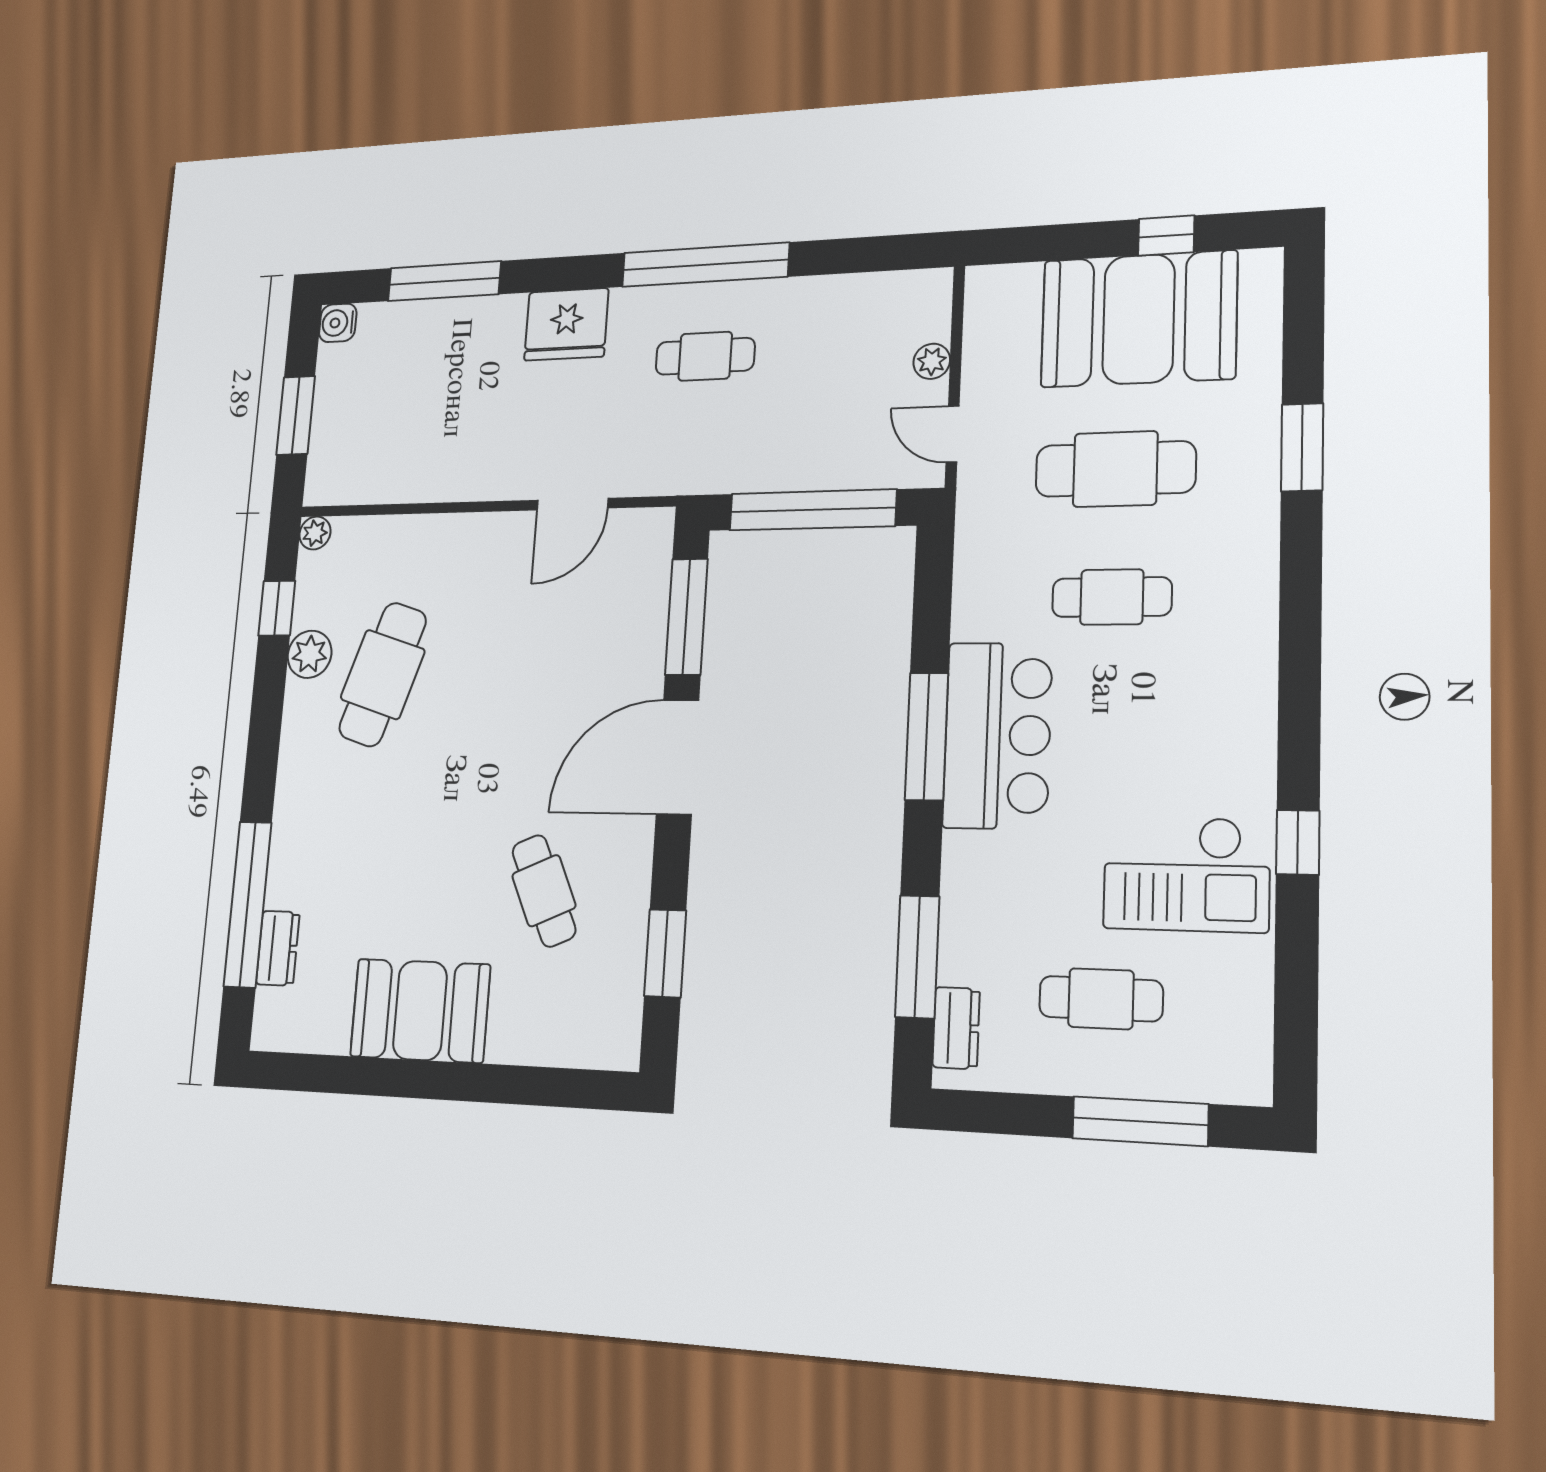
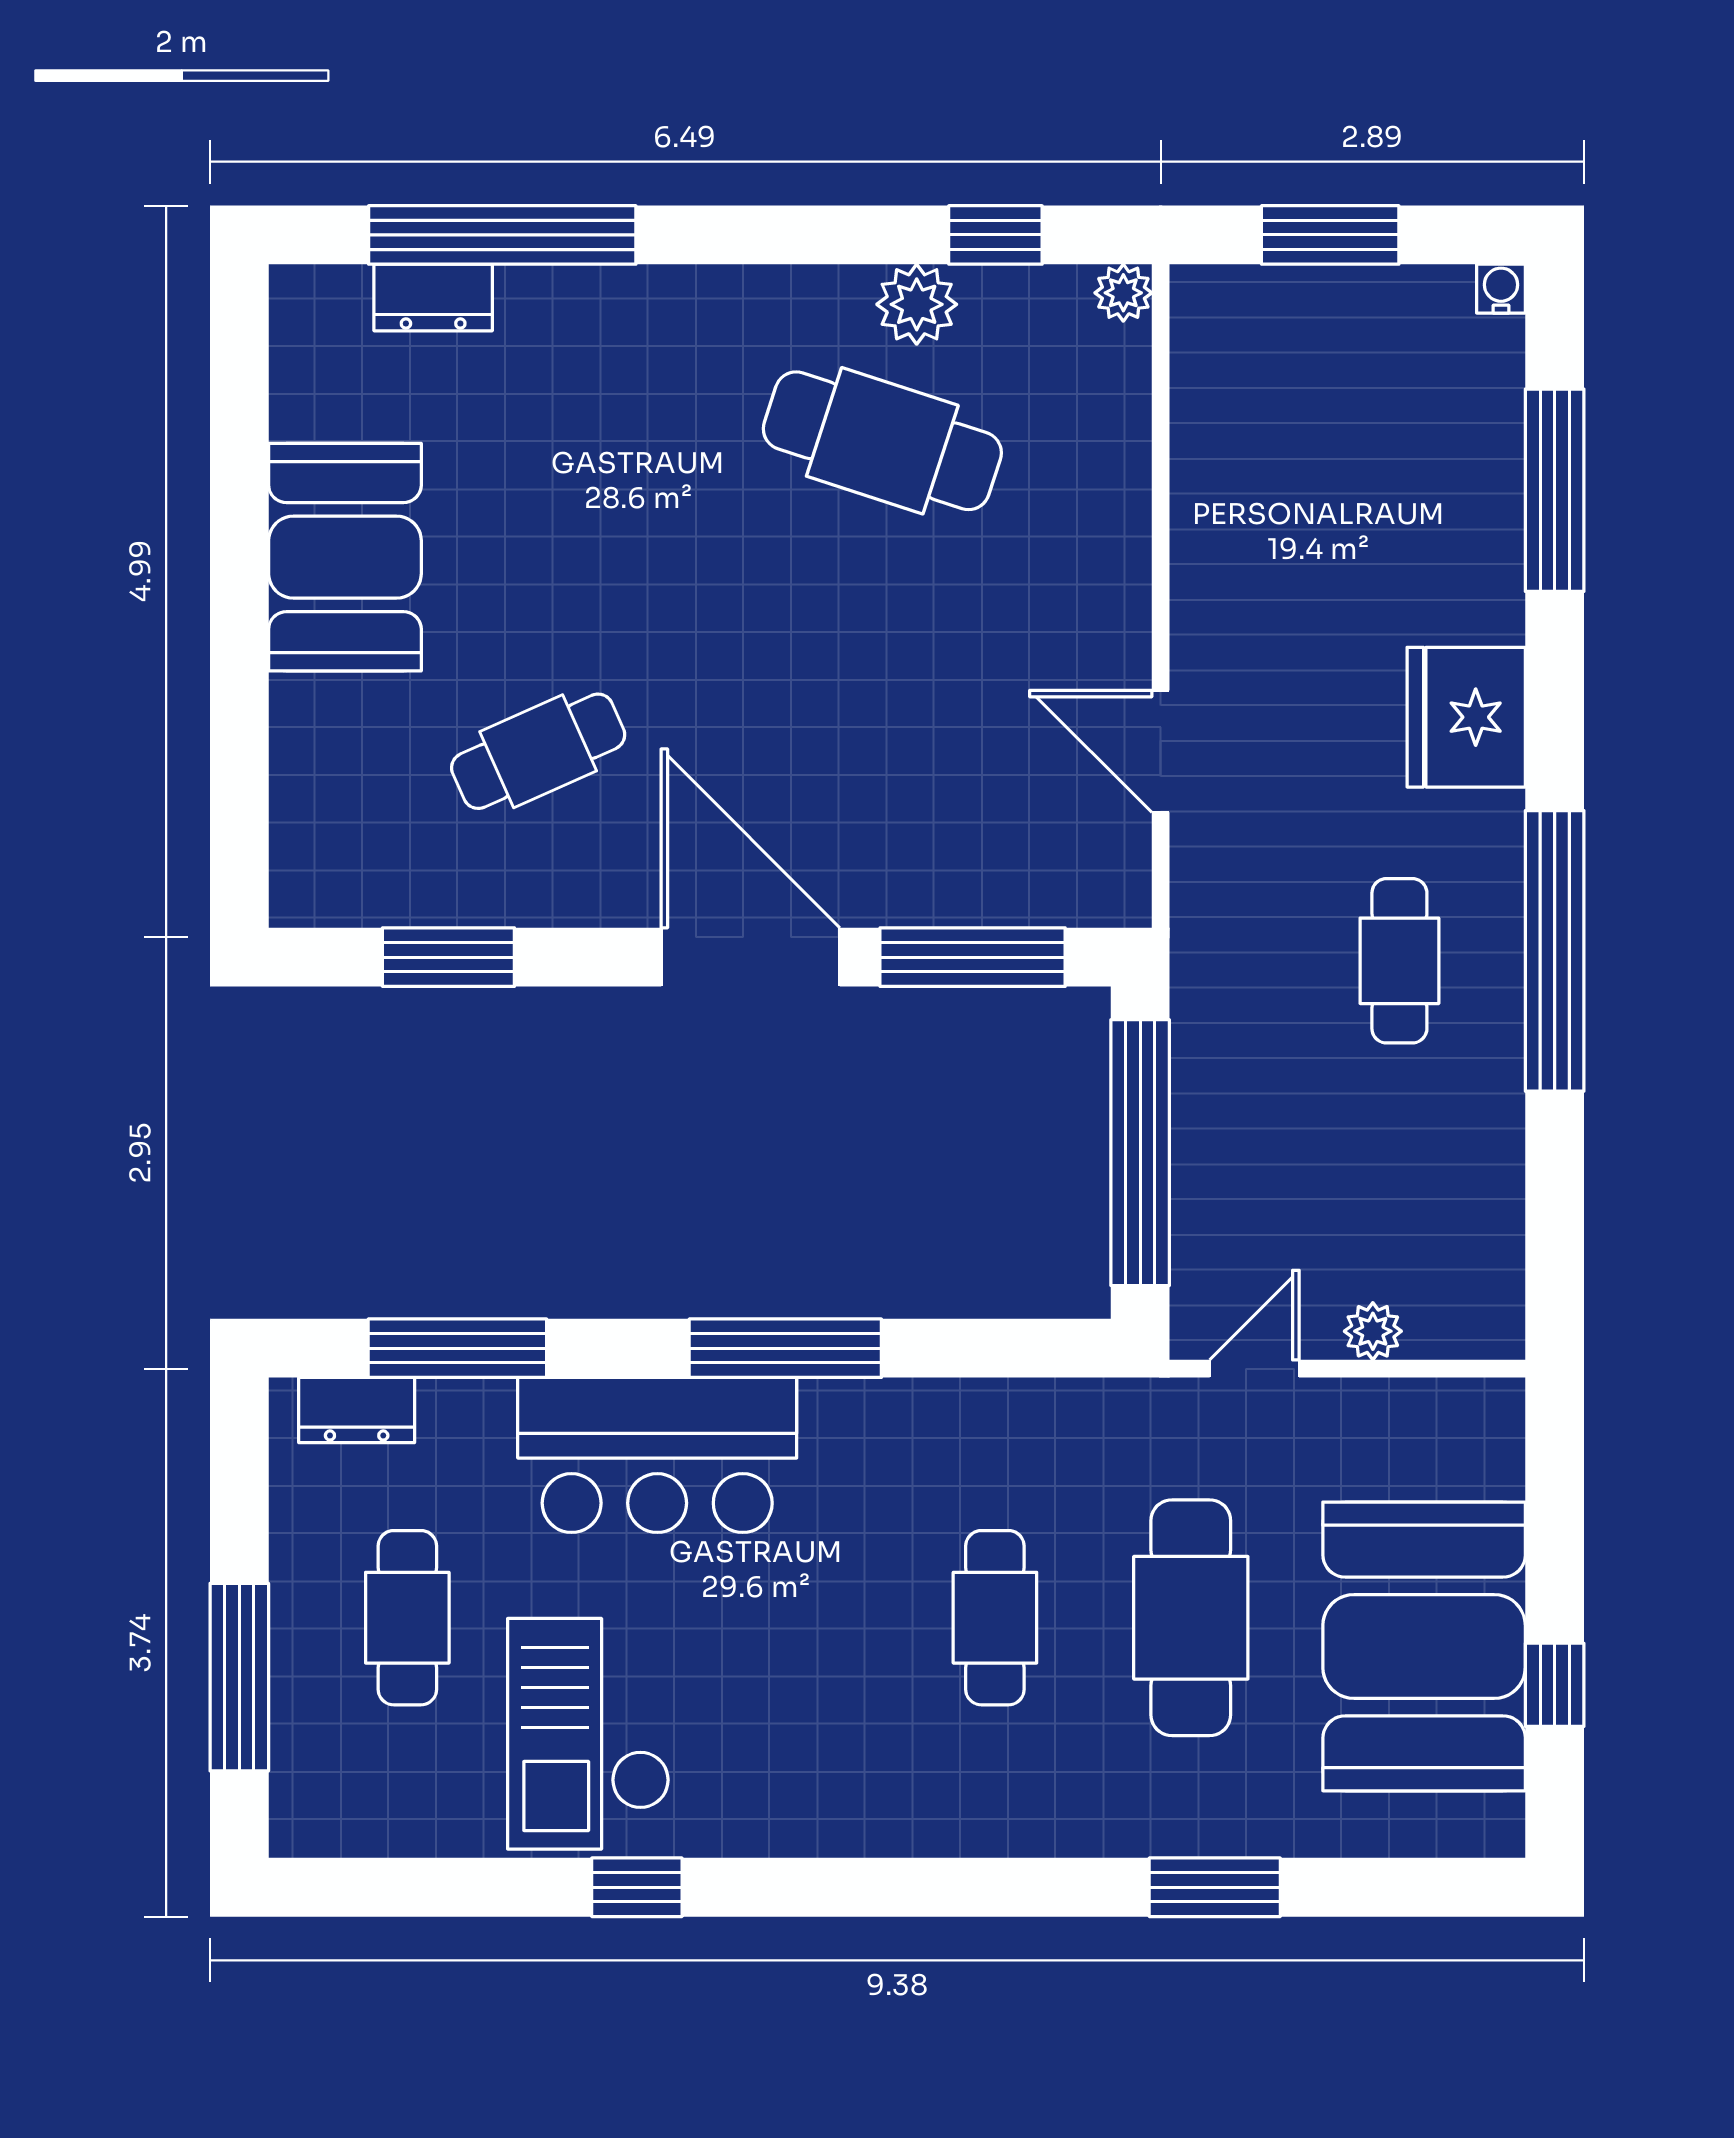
water cooler: (338, 323) -> (1501, 289), width x0.72, depth x0.72
bar counter: (997, 735) -> (657, 1455), moved

